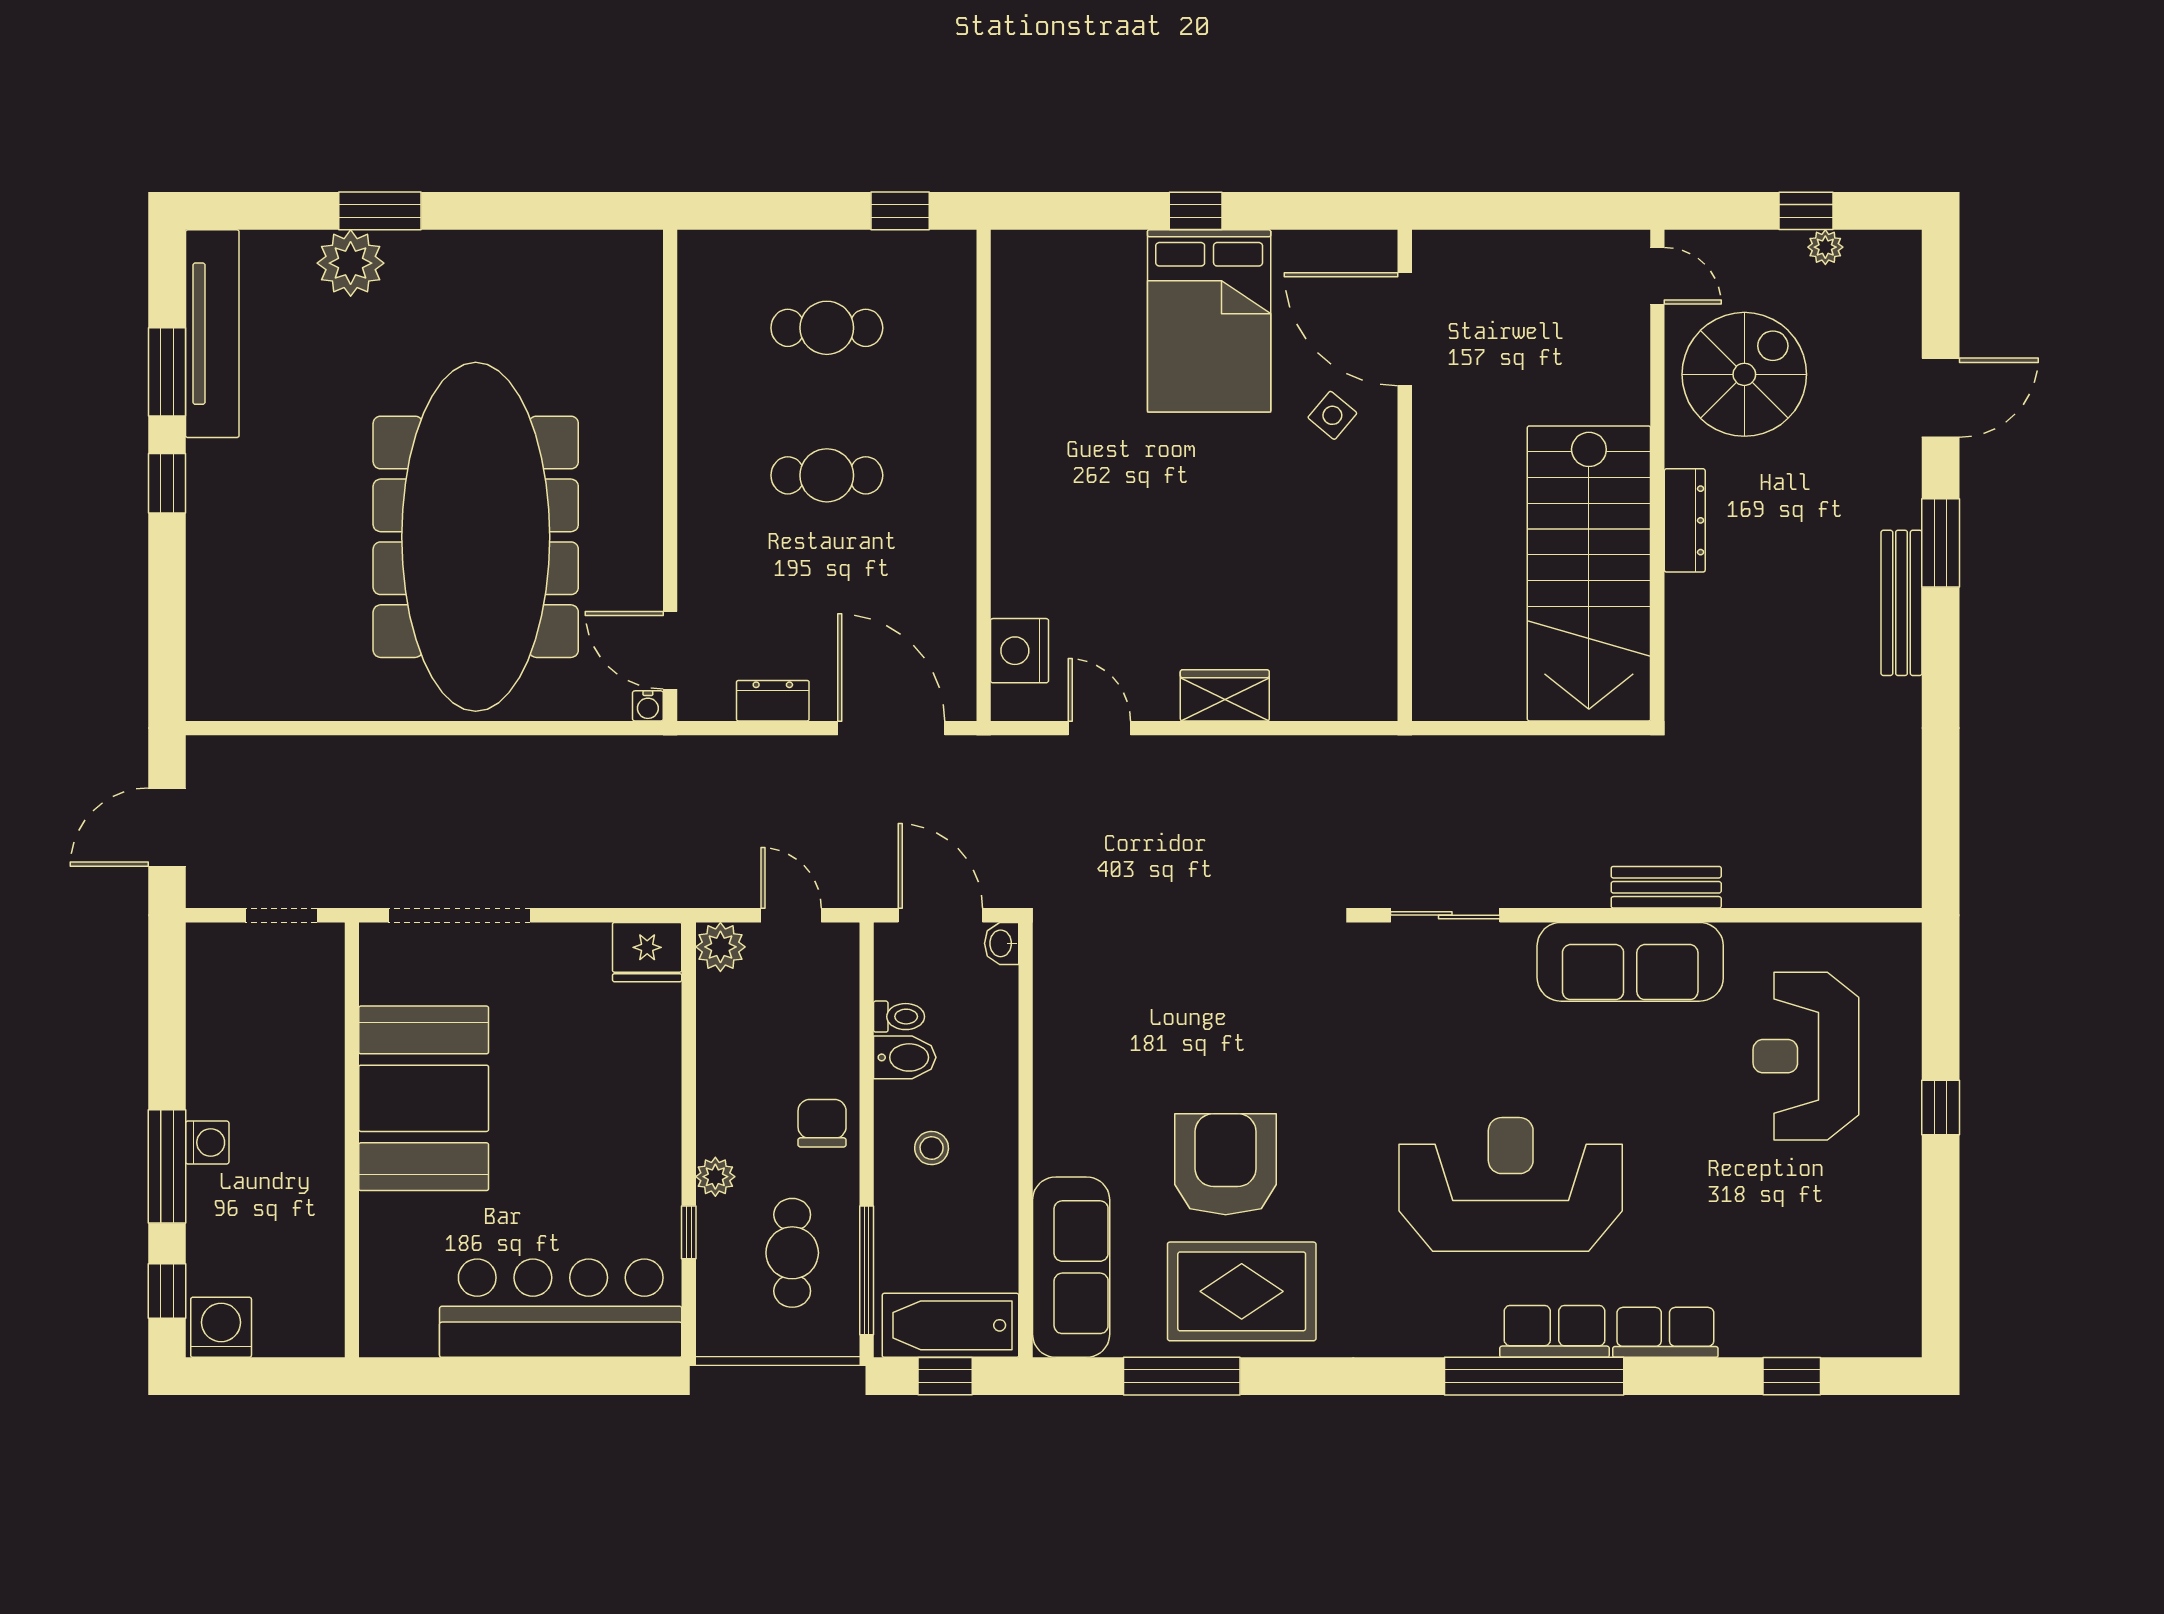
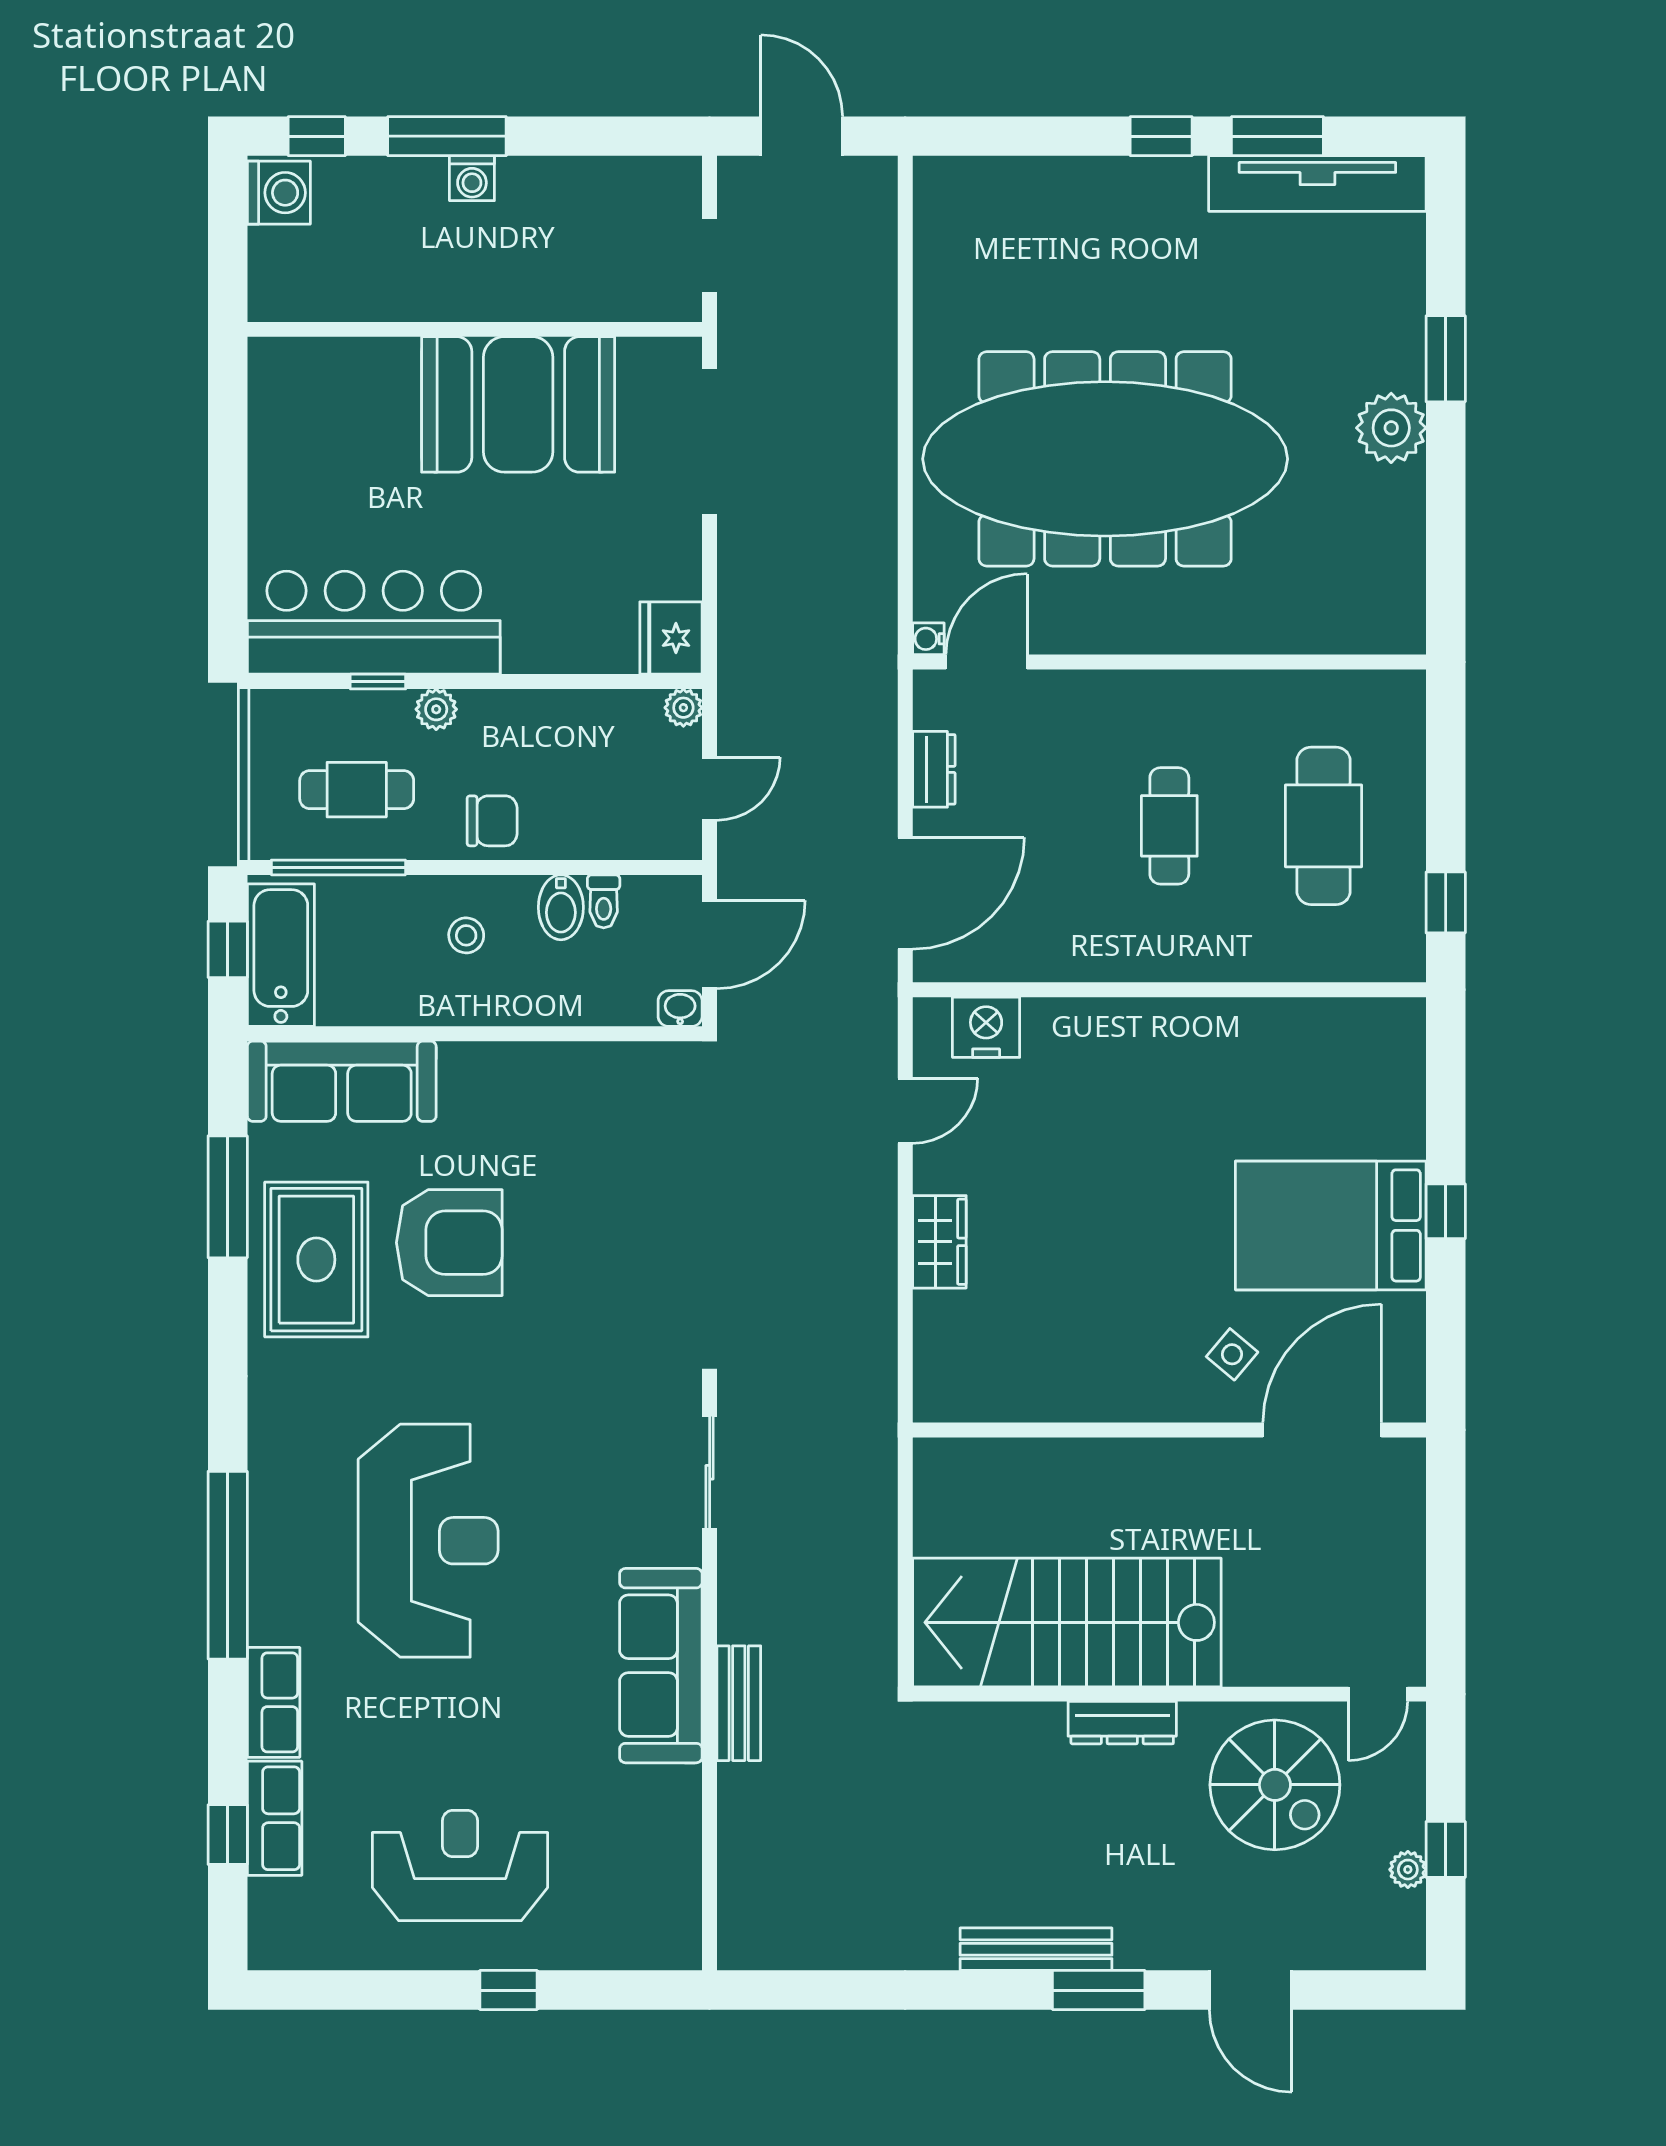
plant: (351, 263) -> (1391, 428), moved
cafe table: (827, 328) -> (1324, 826), width x1.37, depth x1.35
plant: (720, 947) -> (683, 708), width x0.73, depth x0.73
reception desk: (1806, 1056) -> (460, 1866), moved
bar counter: (561, 1308) -> (374, 623), moved, turned -90
row of seats: (1555, 1331) -> (275, 1818), moved

